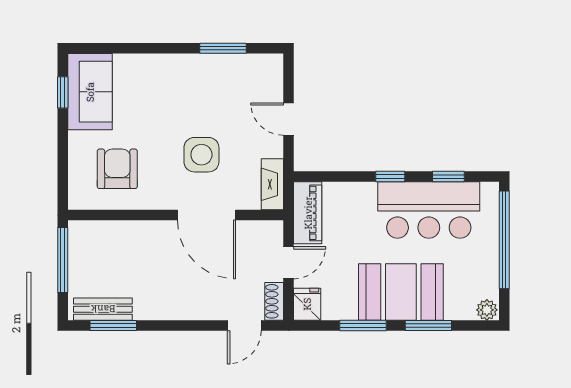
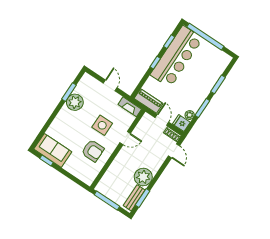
plant: (211, 73) -> (75, 102), added
door: (289, 119) -> (110, 85), swing flipped
armchair: (117, 169) -> (93, 151), moved, turned 180
bar counter: (429, 210) -> (177, 57), width x1.36
door: (207, 215) -> (125, 138), width x0.53
booth: (401, 292) -> (199, 86), removed
plant: (155, 300) -> (143, 177), added
plant: (487, 310) -> (190, 115), moved

